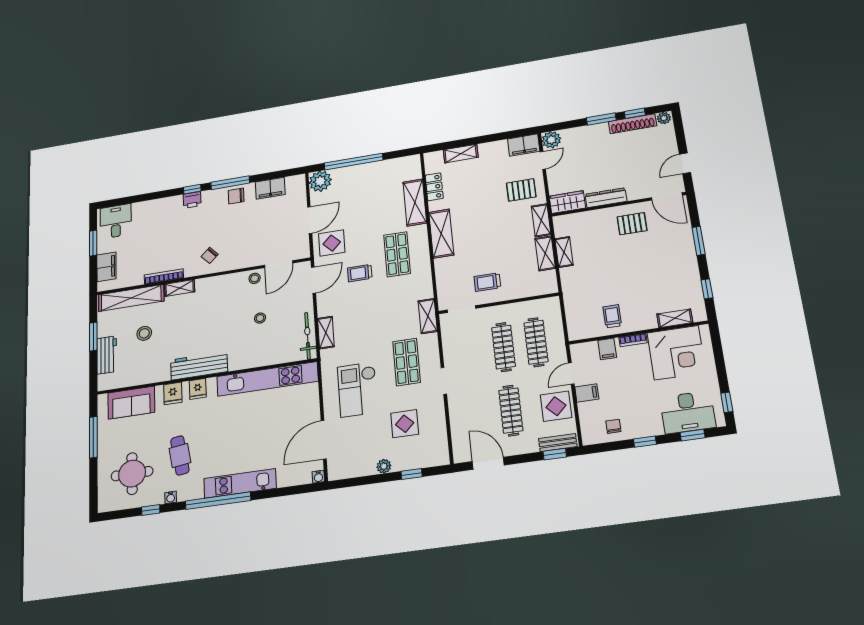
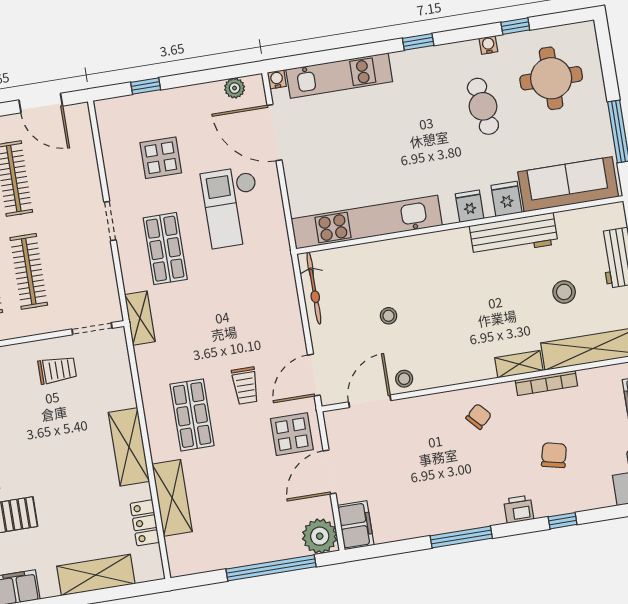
shelving: (461, 154) -> (96, 575), width x1.50, depth x1.33
filing cabinet: (270, 188) -> (356, 525), moved, turned 90
window: (192, 189) -> (563, 521), moved
chair: (236, 196) -> (554, 455), moved, turned -77
trolley: (360, 273) -> (245, 386), turned 90
shelving: (326, 333) -> (287, 293), removed
workbench: (199, 366) -> (514, 235), moved
checkout: (358, 390) -> (232, 207), turned 180
sofa: (131, 403) -> (568, 184), width x1.36
door: (324, 440) -> (275, 133), swing flipped
plant: (384, 466) -> (235, 88), moved
kitchen unit: (240, 483) -> (339, 76), moved
window: (218, 501) -> (418, 42), width x0.32

